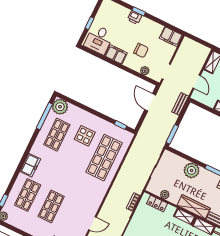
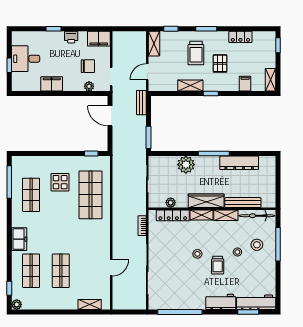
printer: (135, 17) -> (71, 37), moved
desk: (99, 39) -> (26, 59), moved, turned 90
chair: (141, 50) -> (88, 66), moved
door: (197, 82) -> (147, 72), swing flipped
plant: (60, 107) -> (20, 165), removed
locker: (157, 203) -> (173, 215), width x1.53

